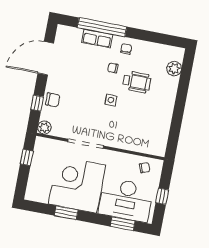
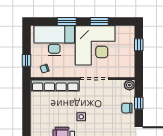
row of seats: (135, 145) -> (55, 85), added
window: (27, 157) -> (139, 45), moved
window: (162, 196) -> (26, 60), moved
window: (123, 224) -> (67, 21), moved

